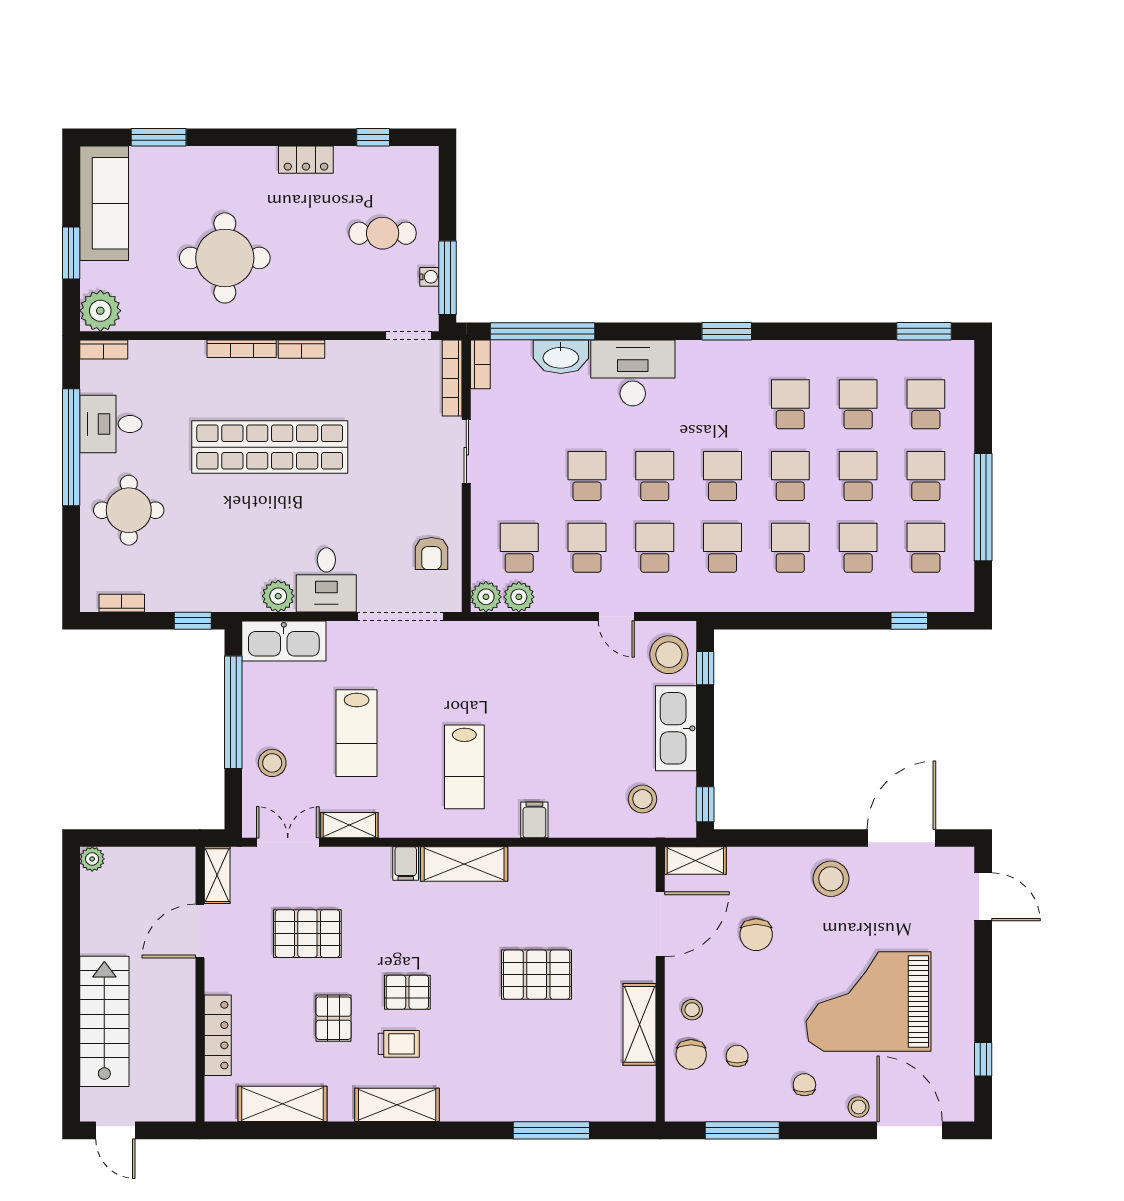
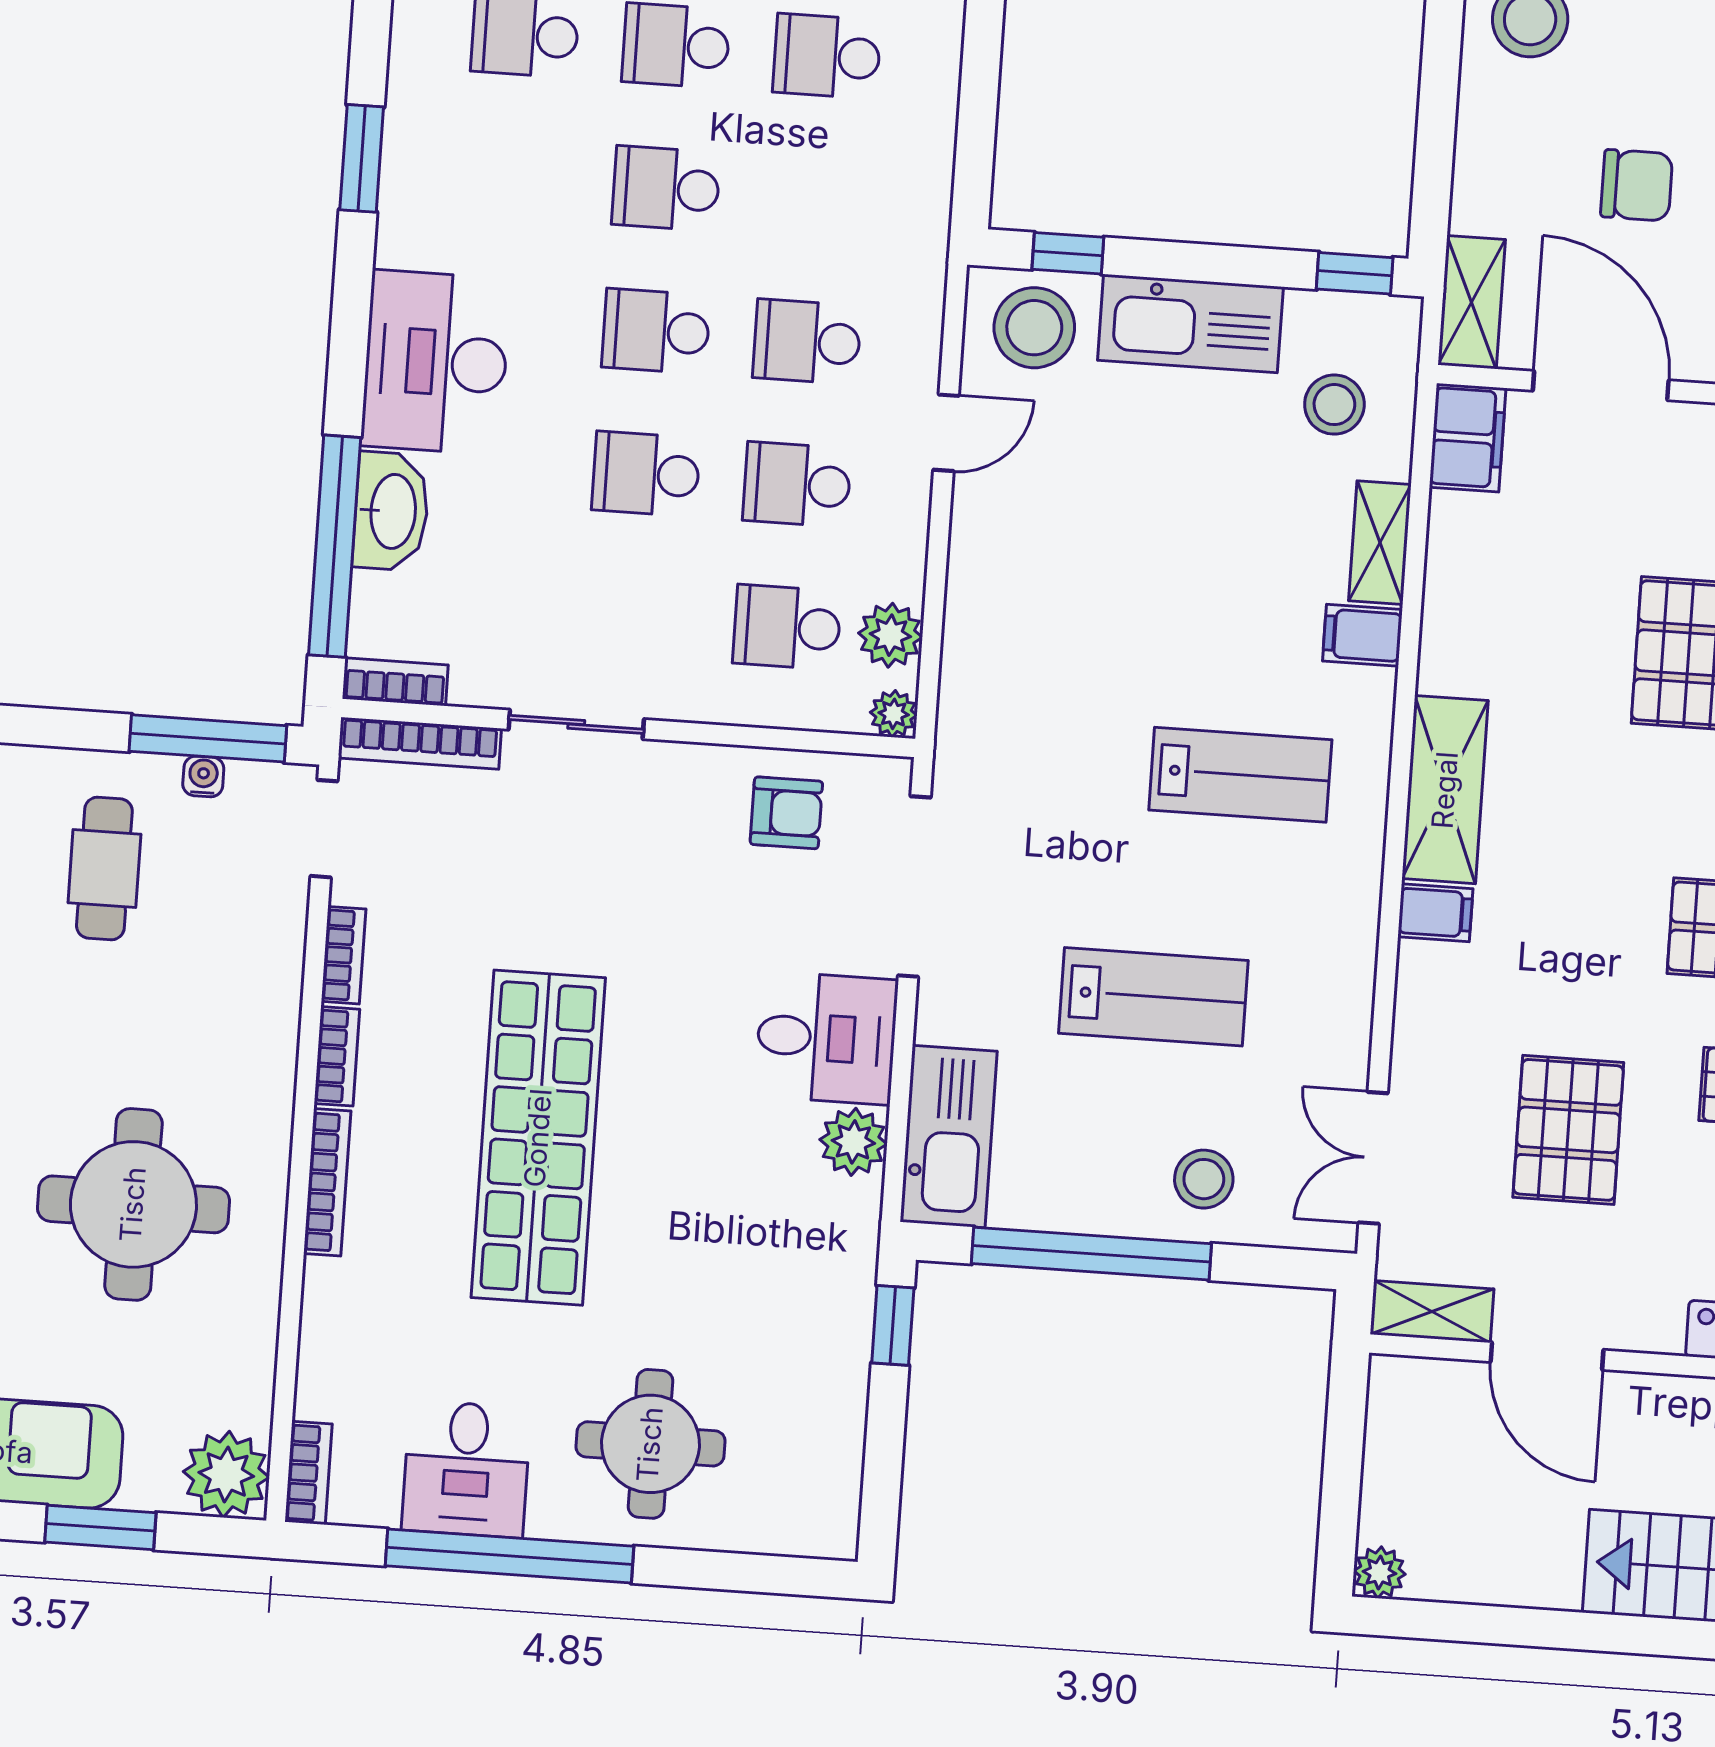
school desk: (723, 548) -> (817, 199), removed
plant: (486, 597) -> (894, 714), width x0.73, depth x0.73
bookcase: (122, 603) -> (343, 955), moved, turned 180
shelving: (349, 825) -> (1380, 543), moved
filing cabinet: (631, 863) -> (1468, 438), added

